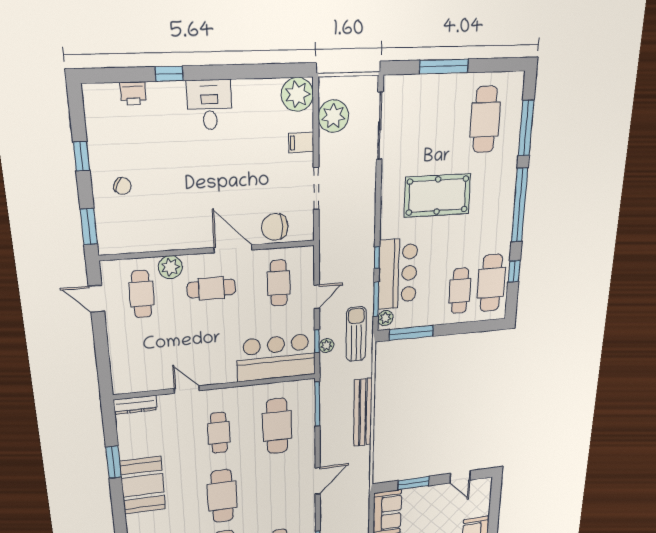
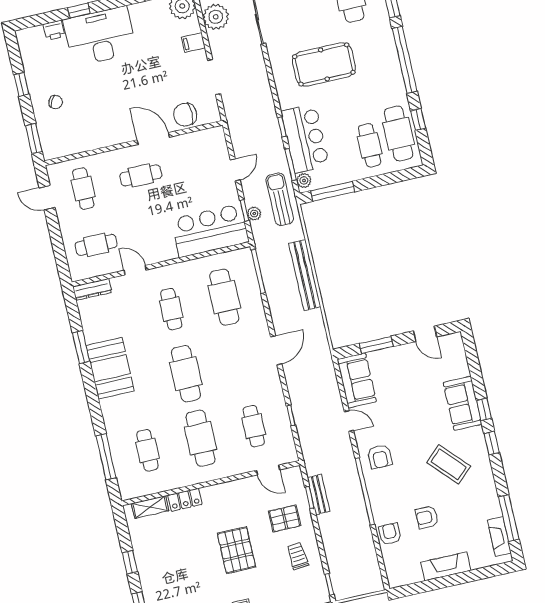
desk: (210, 105) -> (100, 36), width x1.87, depth x1.30
plant: (170, 267) -> (104, 162), removed
cafe table: (279, 283) -> (96, 245), moved, turned 90

